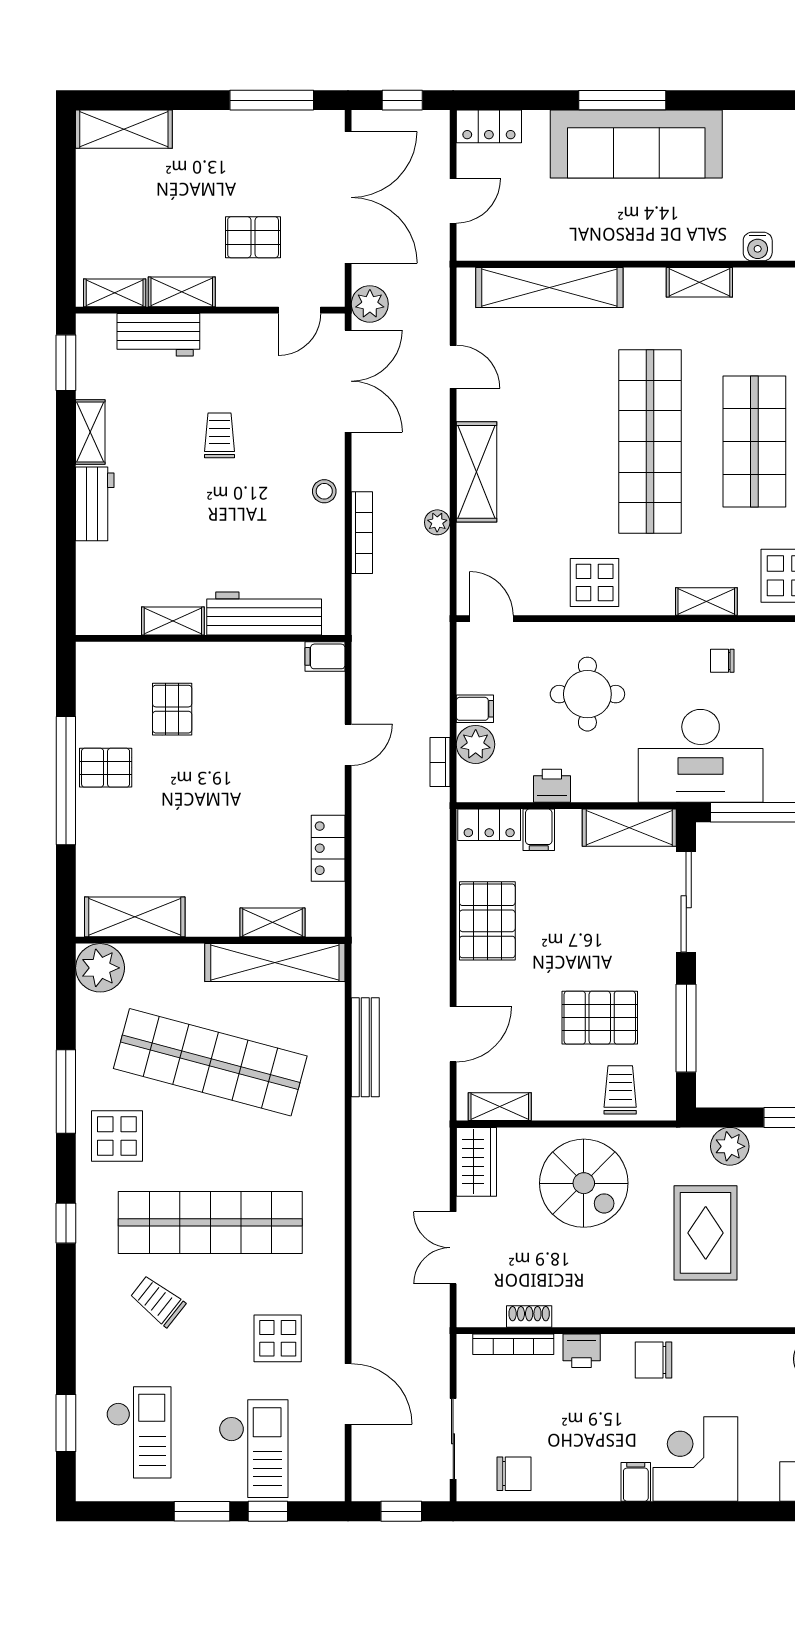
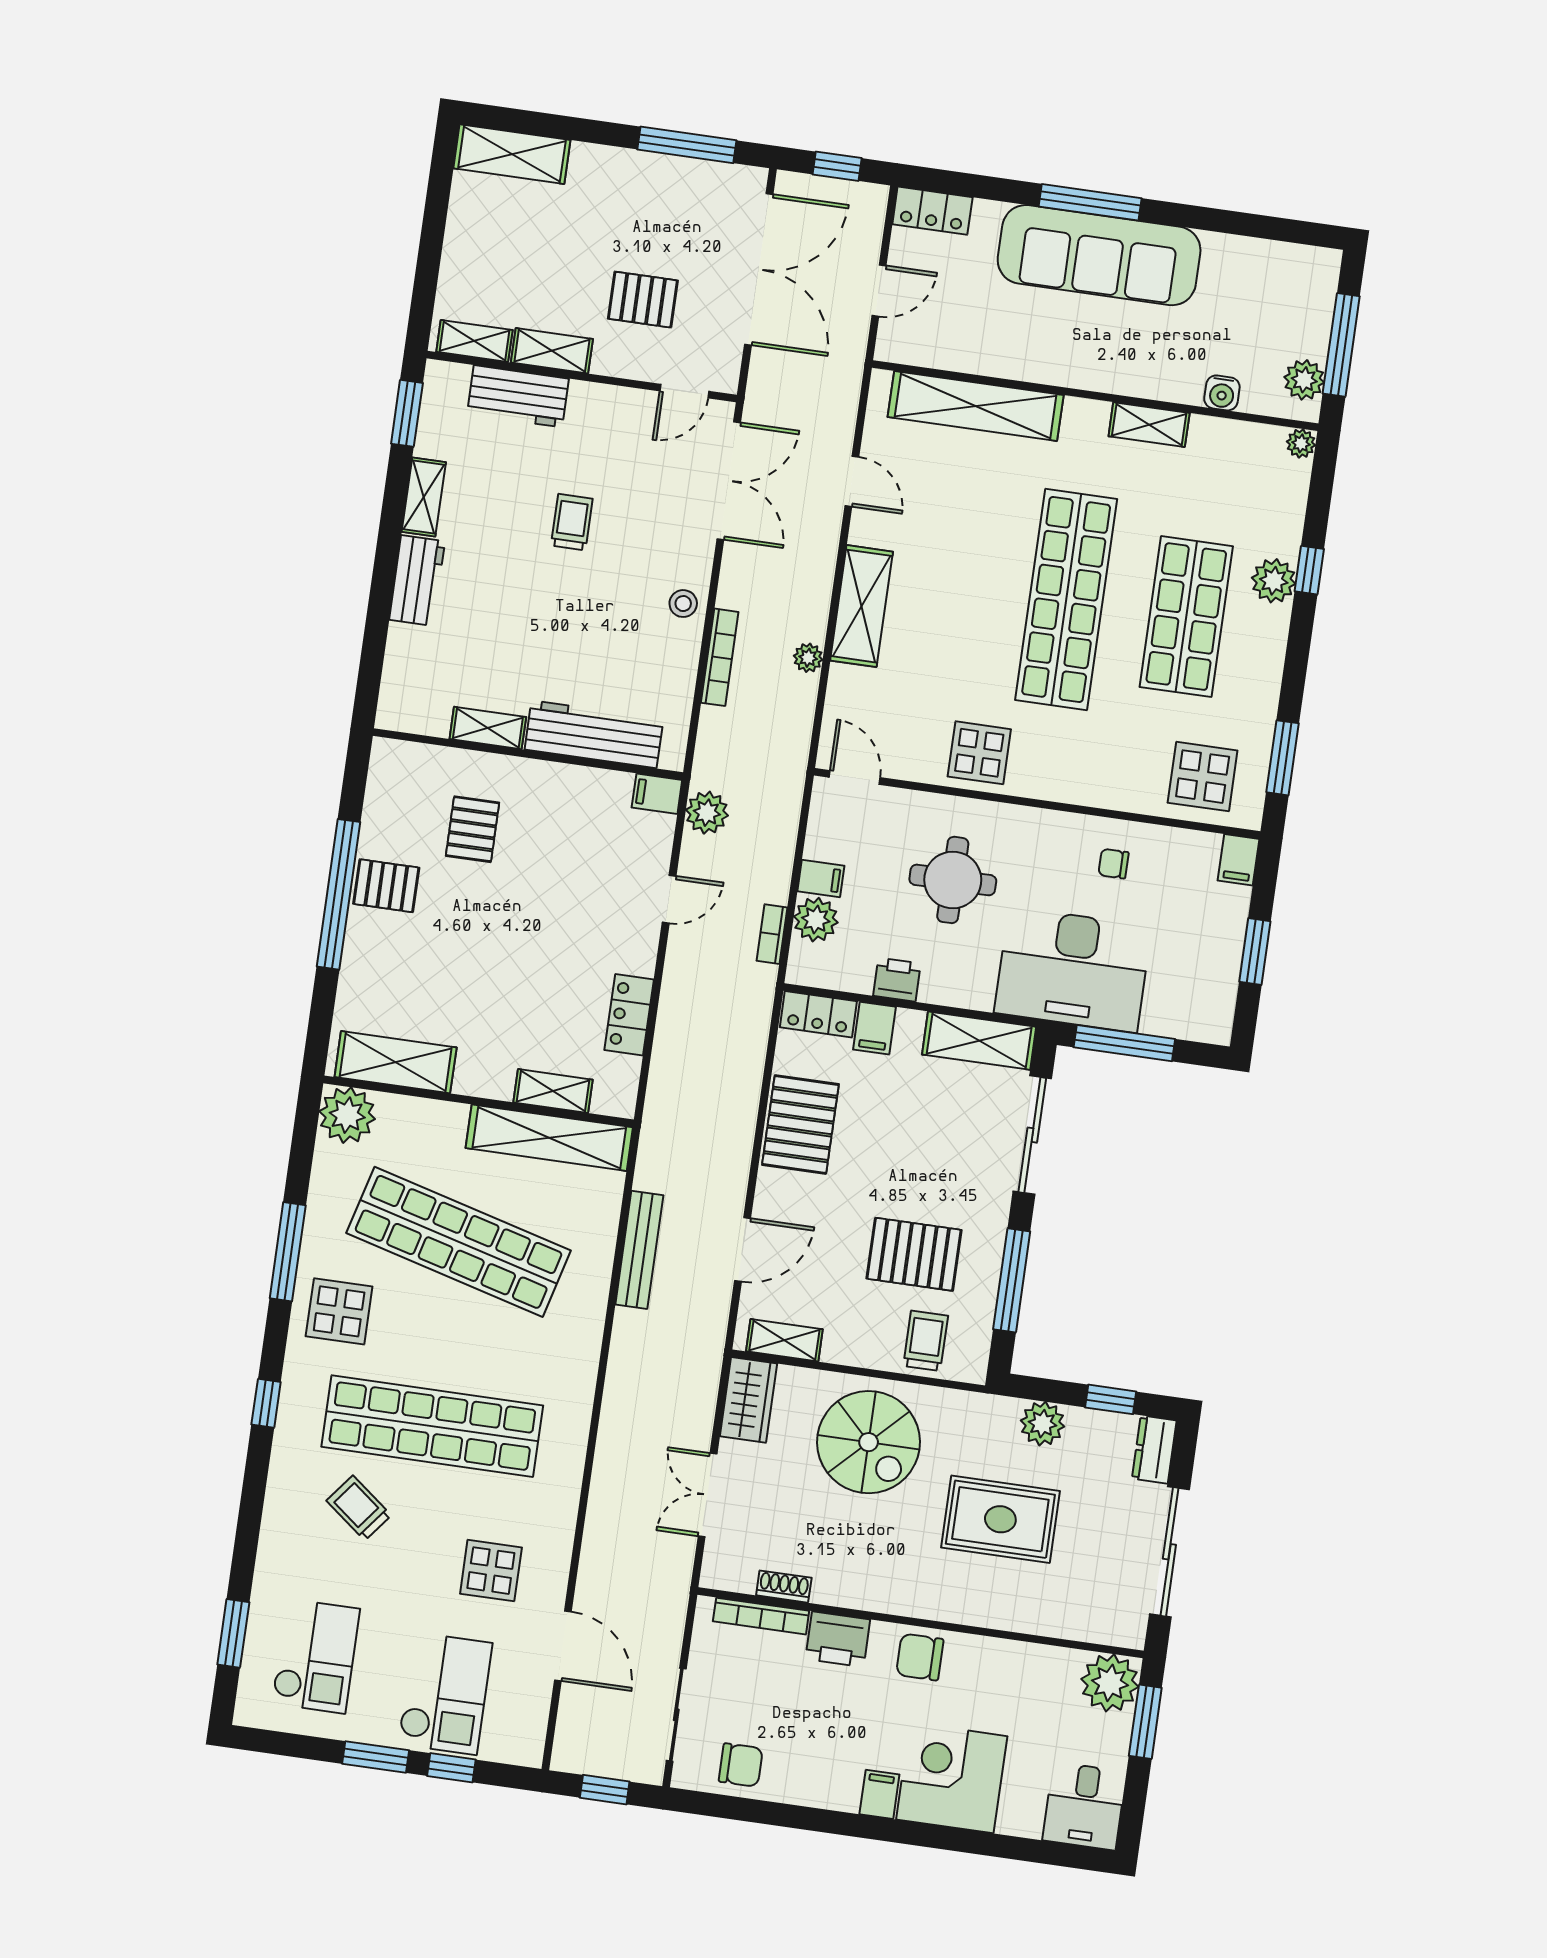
plant: (370, 304) -> (707, 813), moved
shelving: (706, 601) -> (1105, 793), removed
rug: (706, 1233) -> (1000, 1519), turned 90
printer: (582, 1351) -> (838, 1639), width x1.36, depth x1.24

